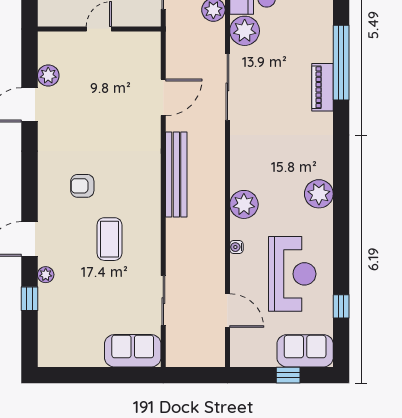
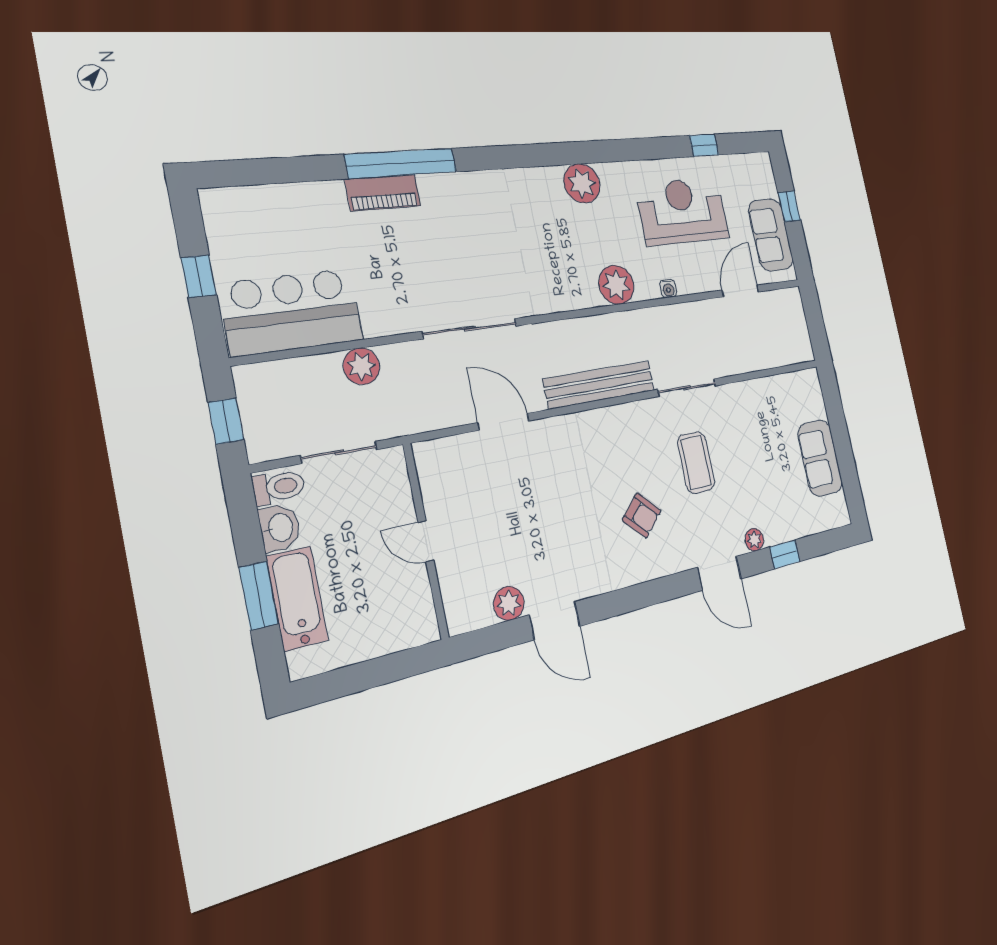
plant: (245, 31) -> (384, 313), removed
piano: (323, 87) -> (383, 193), moved
armchair: (82, 186) -> (642, 515), turned -45
coffee table: (109, 239) -> (696, 462), turned 90
sliding door: (163, 301) -> (687, 388), moved
sofa: (133, 351) -> (820, 458), moved
sofa: (305, 351) -> (771, 235), moved

